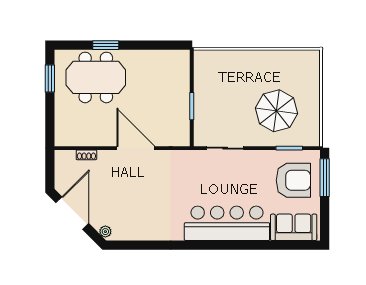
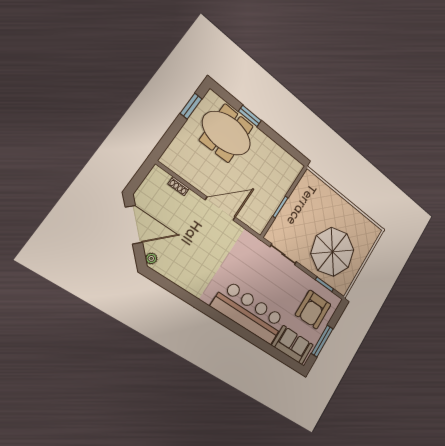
parasol: (277, 111) -> (333, 252), width x1.36, depth x1.36
door: (136, 148) -> (220, 209), hinge flipped
window: (325, 178) -> (322, 341), moved
armchair: (293, 180) -> (313, 310), turned 90
door: (72, 213) -> (134, 225), hinge flipped

